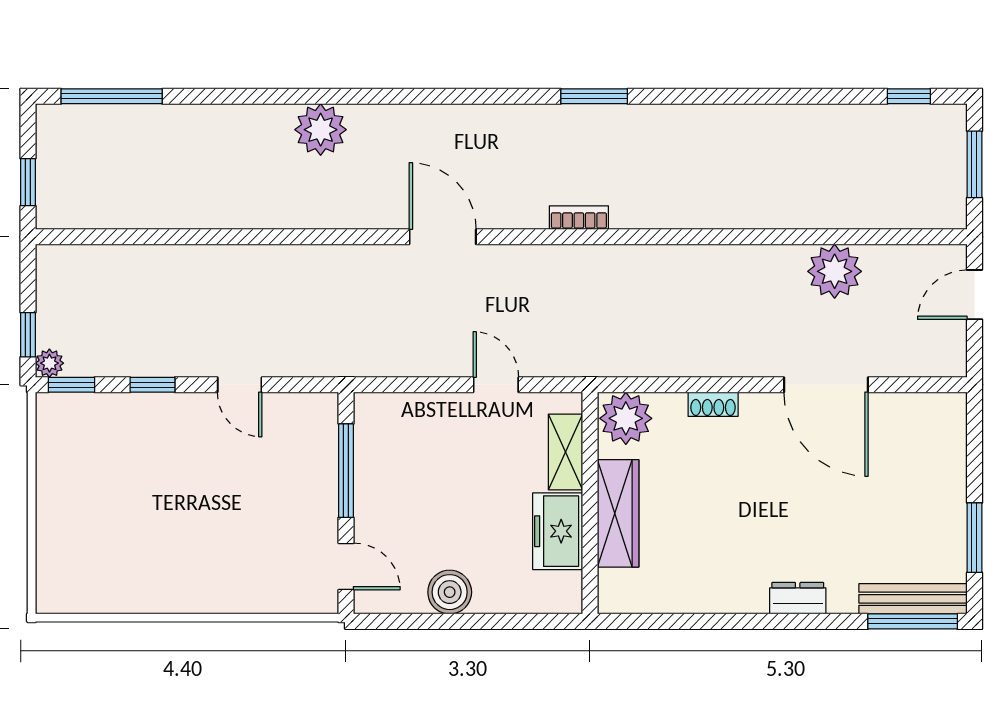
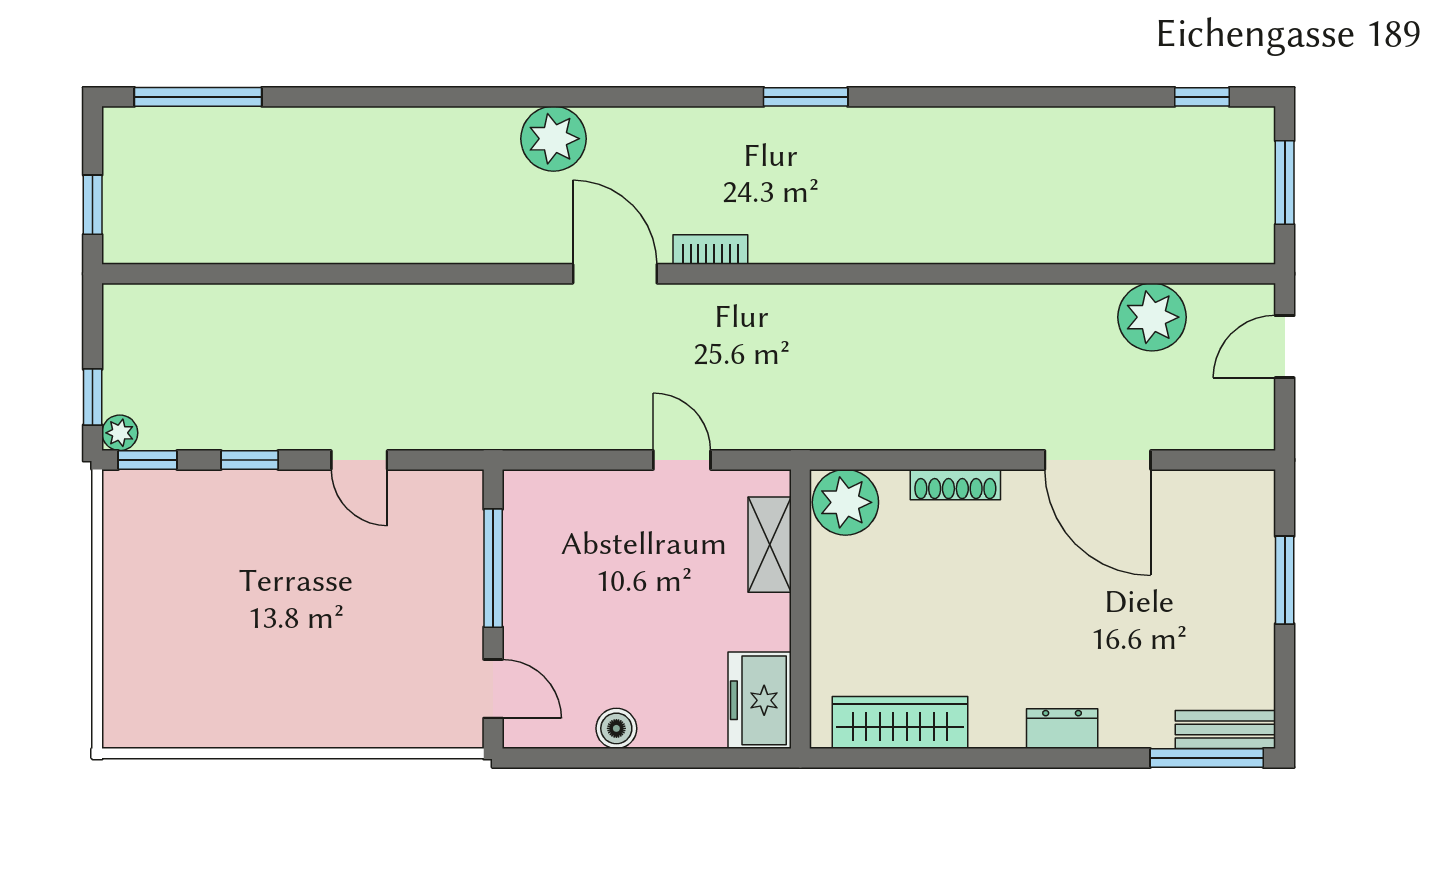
plant: (321, 130) -> (553, 139), moved
bookcase: (579, 218) -> (710, 250), moved
plant: (835, 271) -> (1152, 317), moved
shoe rack: (713, 404) -> (955, 485), width x1.43
wardrobe: (618, 513) -> (900, 723), moved, turned -90
freezer: (558, 531) -> (760, 700), moved
window: (974, 538) -> (1285, 580), moved
boiler: (450, 592) -> (616, 728), width x0.73, depth x0.73
bench: (913, 599) -> (1225, 730), width x0.73

